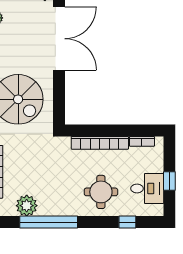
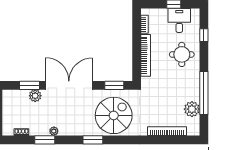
window: (59, 100) -> (114, 85), added

